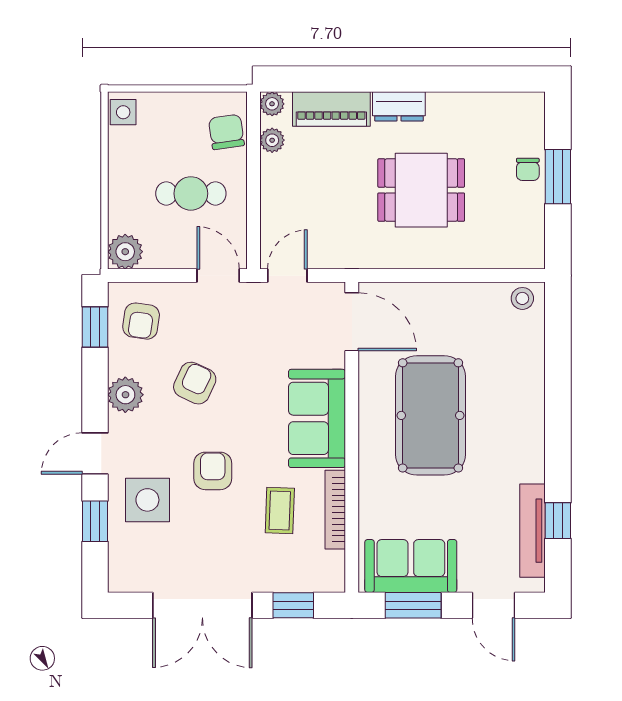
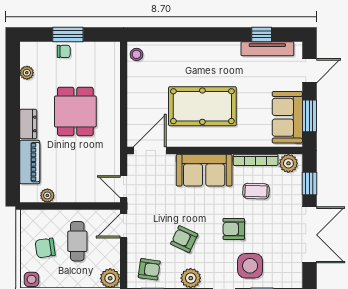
plant: (272, 104) -> (27, 73), moved
chair: (226, 132) -> (45, 248), moved
plant: (329, 568) -> (288, 163), added

